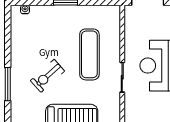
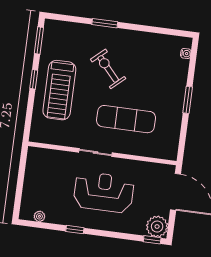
window: (8, 84) -> (105, 23), width x0.69

